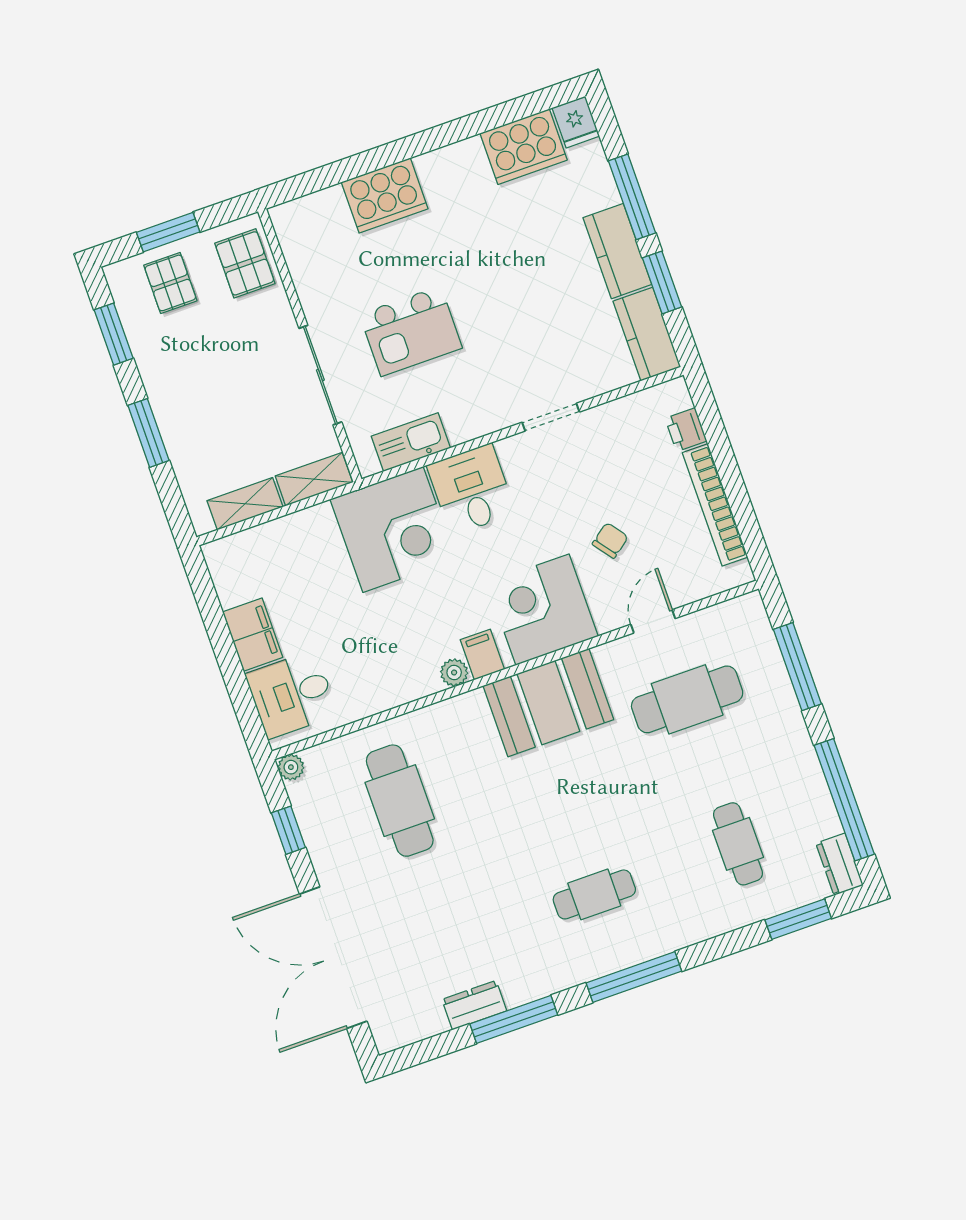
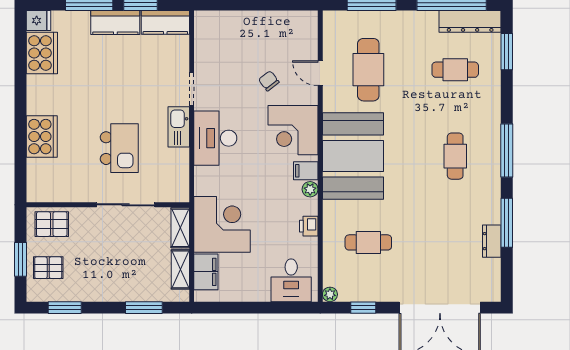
printer: (686, 430) -> (309, 226), moved, turned 90
window: (148, 433) -> (144, 308), moved
kitchen sink: (411, 442) -> (179, 127), moved
desk: (471, 489) -> (215, 138), width x1.37
bookcase: (715, 505) -> (270, 18), removed
corner desk: (393, 529) -> (222, 224), moved
filing cabinet: (253, 635) -> (206, 272), moved, turned 90
booth: (548, 703) -> (353, 156), width x1.36, depth x1.42
cafe table: (400, 801) -> (368, 242), width x0.73, depth x0.74
dresser: (840, 864) -> (470, 21), width x1.96, depth x1.24

